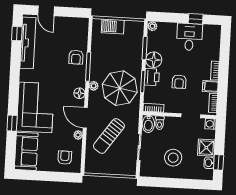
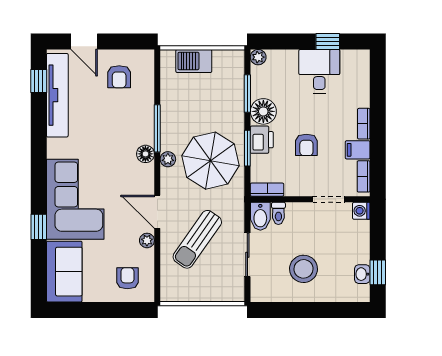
armchair: (76, 57) -> (119, 77), moved
floor lamp: (79, 93) -> (145, 154), moved
shower: (206, 148) -> (357, 250), removed

